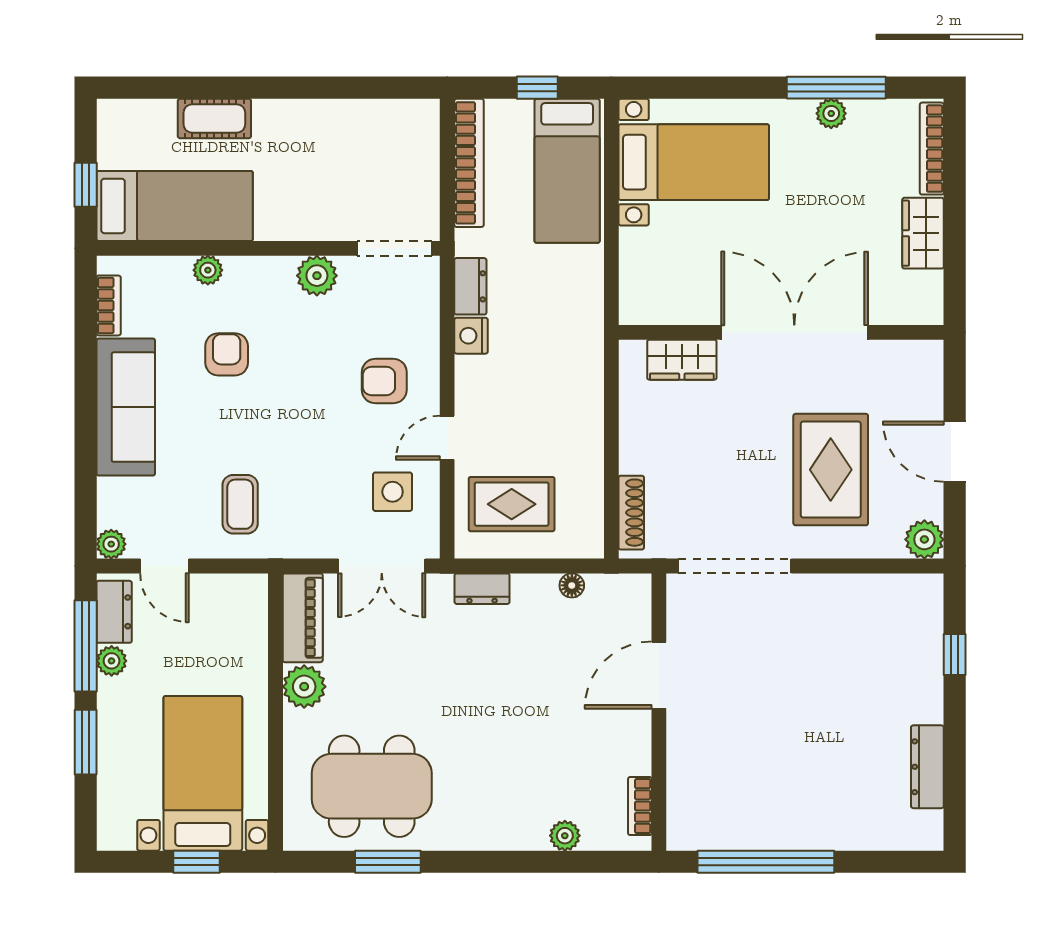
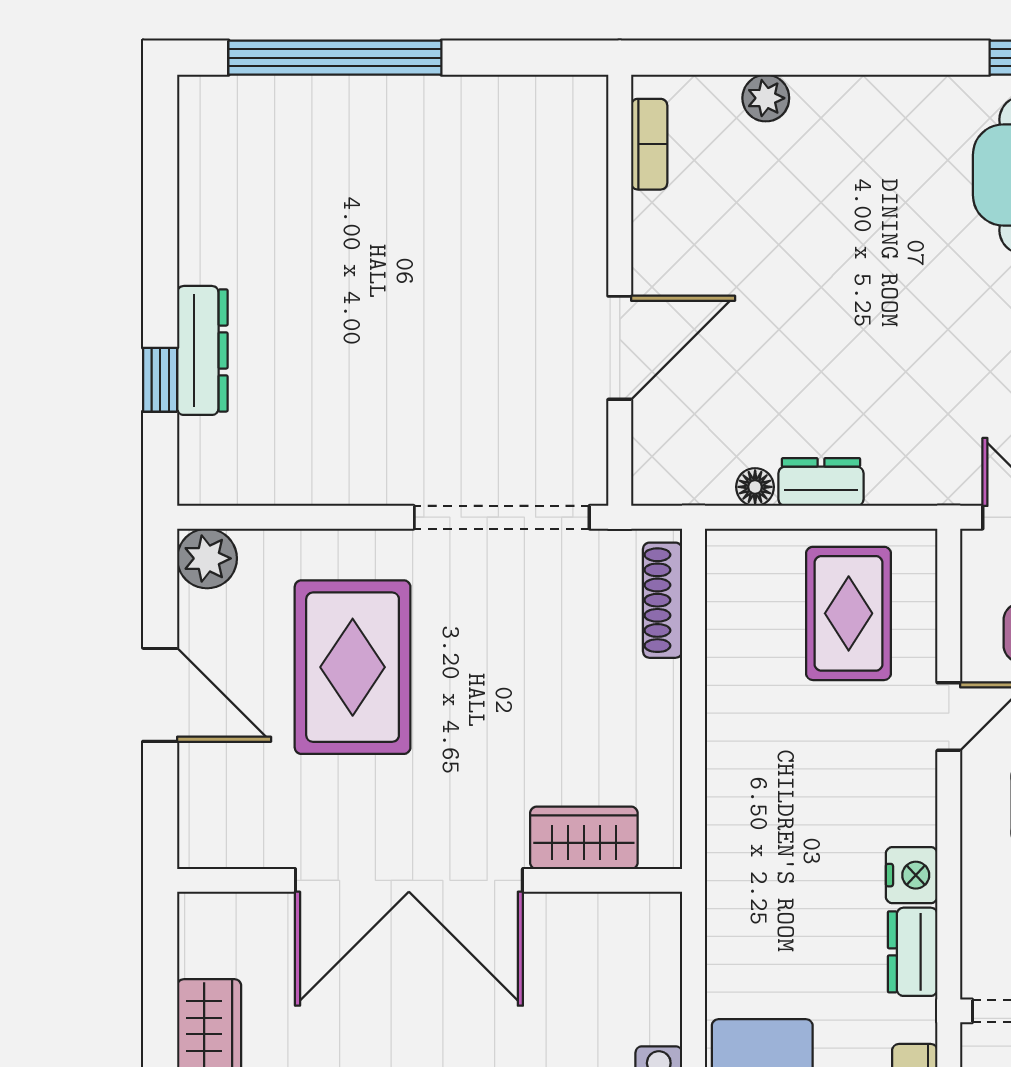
rug: (512, 504) -> (849, 613), turned 90
dresser: (482, 589) -> (821, 482), moved
dresser: (927, 767) -> (202, 350), moved
window: (766, 862) -> (335, 58), moved

